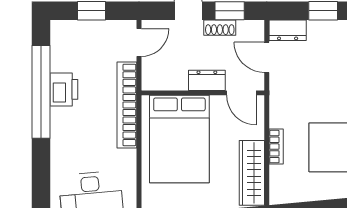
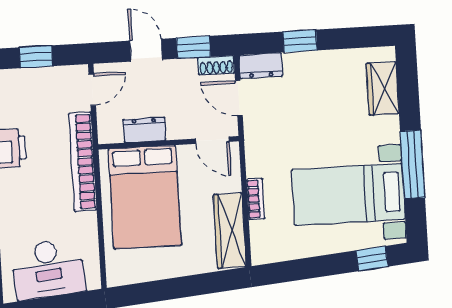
shoe rack: (220, 28) -> (216, 65), moved
dresser: (207, 80) -> (144, 130), moved

